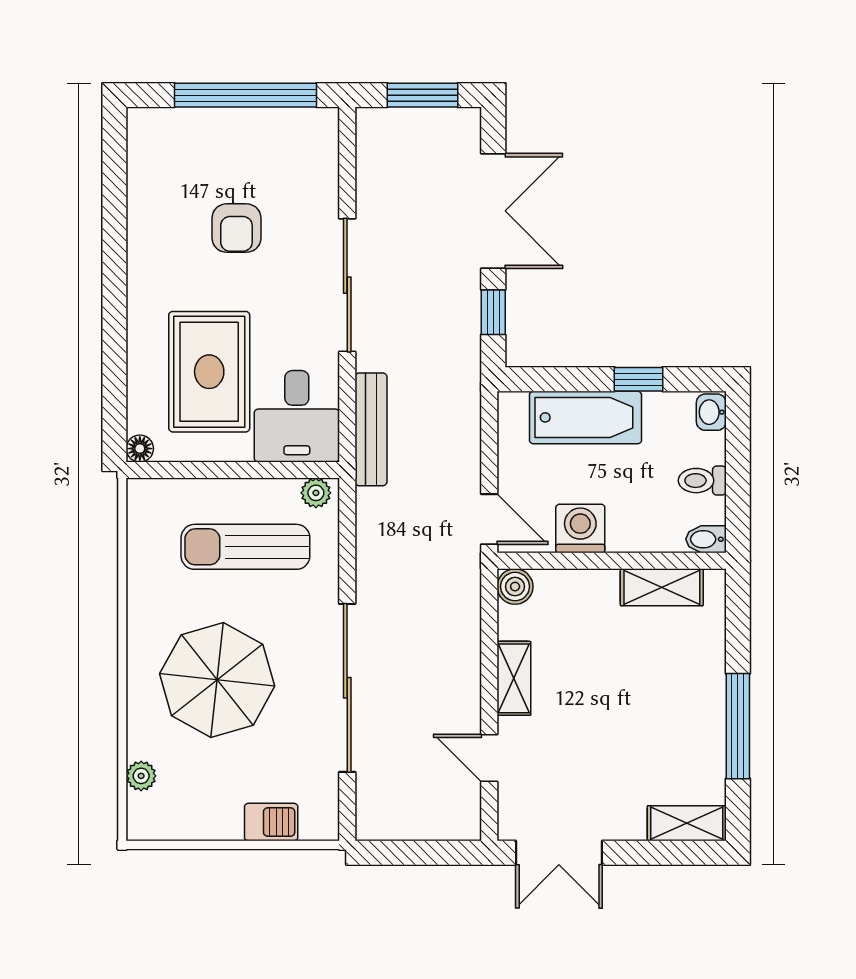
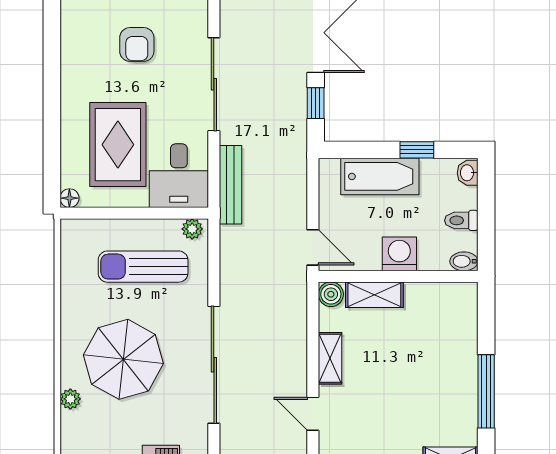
washing machine: (580, 528) -> (399, 254), moved
shelving: (662, 587) -> (374, 295), moved
plant: (141, 776) -> (70, 399), moved

